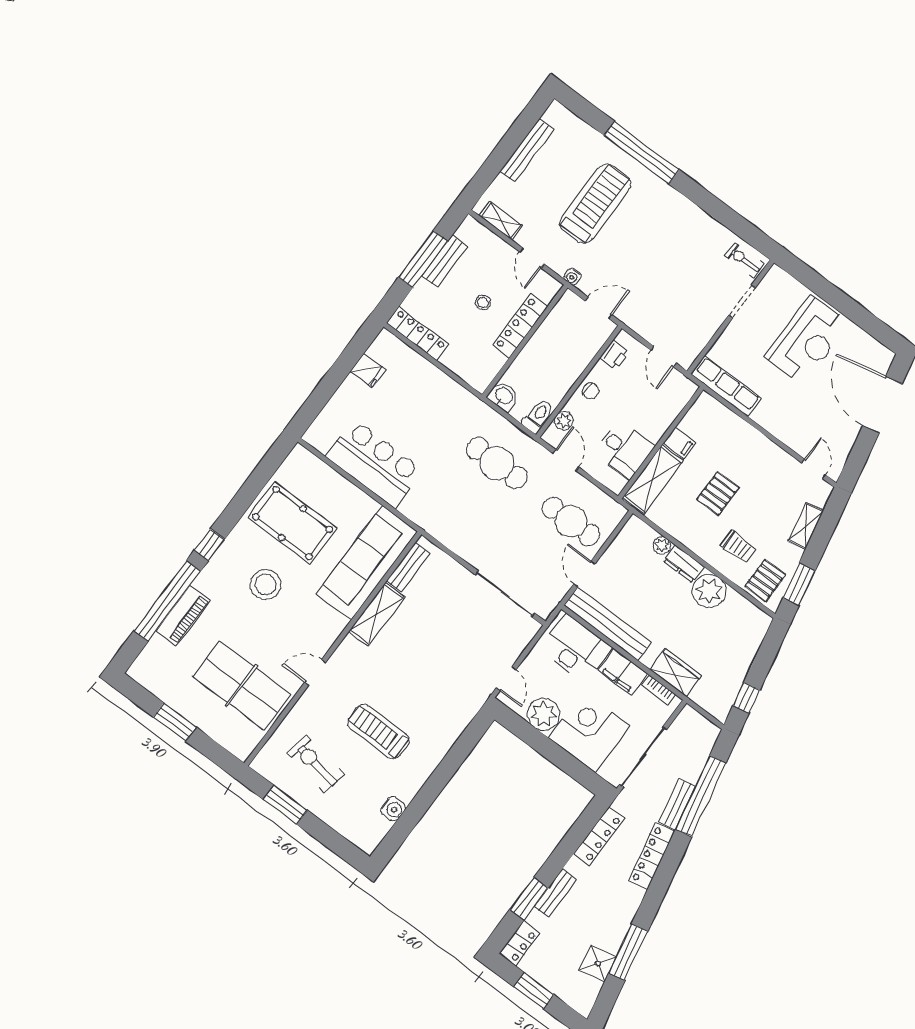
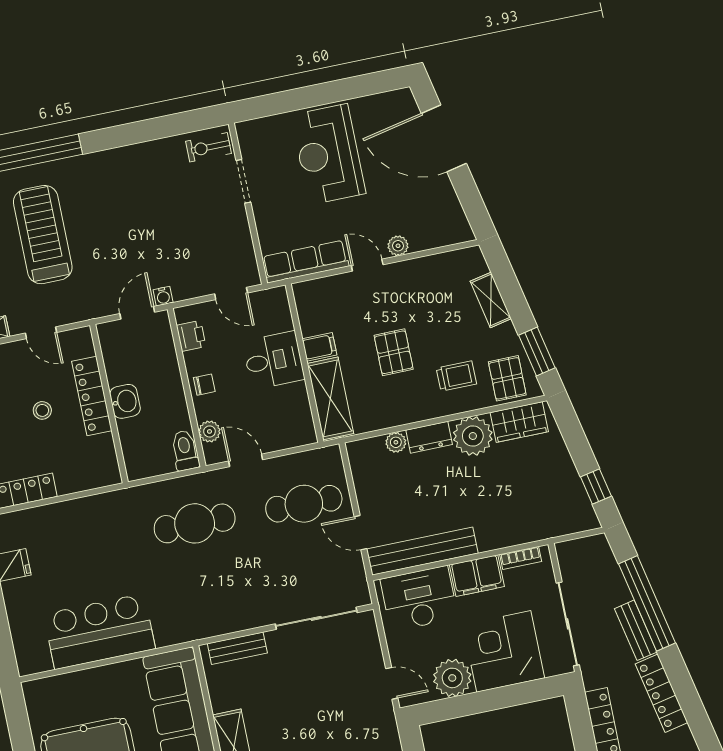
water cooler: (573, 277) -> (163, 296), moved
reception desk: (807, 340) -> (328, 154), turned 180
washbasin: (503, 396) -> (125, 401), moved, turned 90
plant: (788, 436) -> (398, 246), added
desk: (624, 450) -> (274, 360), moved
door: (814, 469) -> (367, 265), moved
bench: (408, 567) -> (237, 648), moved, turned 90
wardrobe: (676, 673) -> (519, 422), moved, turned 180

